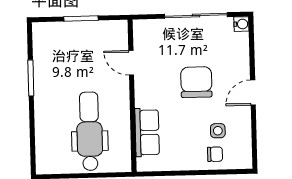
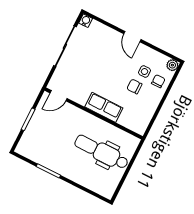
door: (131, 63) -> (59, 96), moved
chair: (196, 82) -> (134, 86), moved, width x0.54, depth x0.54
row of seats: (147, 132) -> (104, 107), moved
plant: (244, 161) -> (172, 65), added

